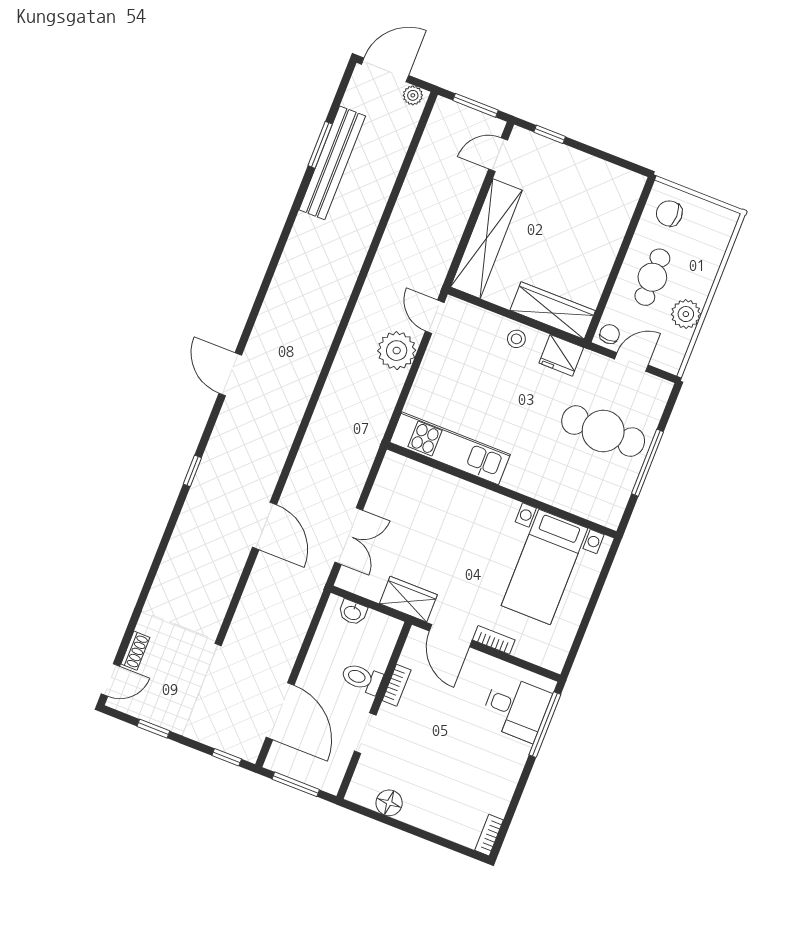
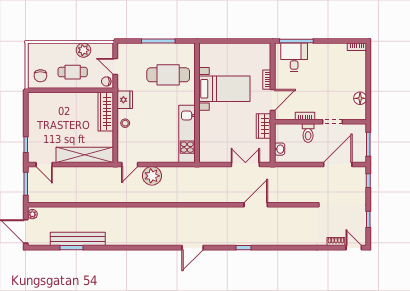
cafe table: (603, 431) -> (168, 75), moved, turned 90
bed with nightstands: (544, 567) -> (224, 89), moved

